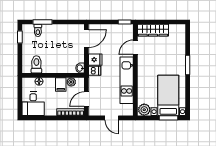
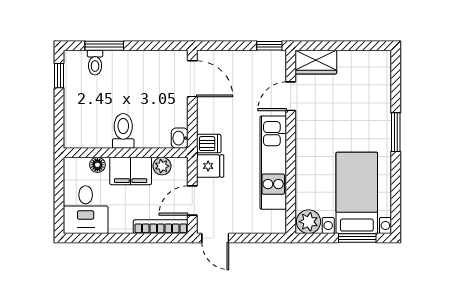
wardrobe: (153, 30) -> (316, 62), width x0.67
door: (86, 38) -> (192, 79), hinge flipped
fridge: (95, 60) -> (210, 166), moved
toilet: (36, 64) -> (123, 131), moved
filing cabinet: (61, 84) -> (131, 171), width x2.00
door: (112, 118) -> (215, 238), moved

